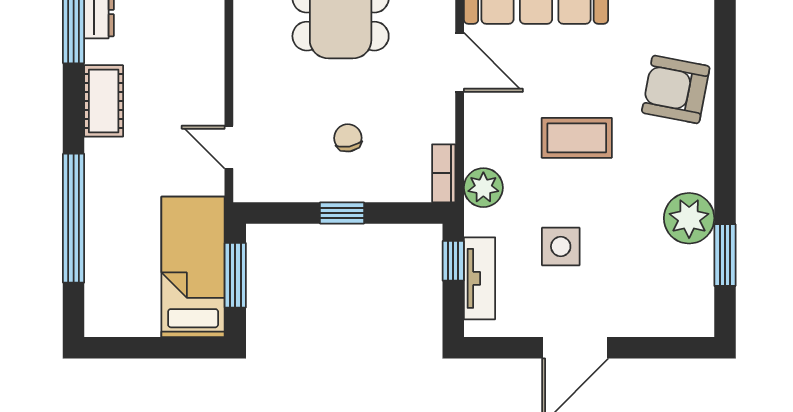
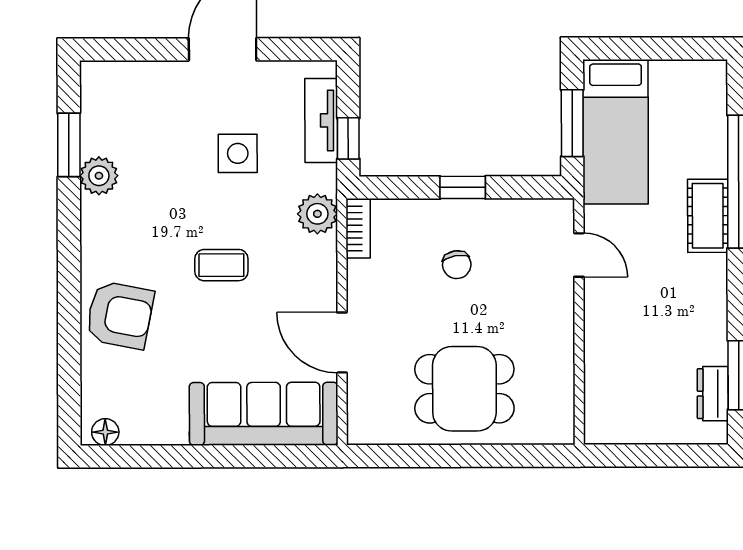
cot: (104, 101) -> (708, 216), moved
coffee table: (577, 138) -> (221, 265), width x0.73, depth x0.77
plant: (689, 218) -> (99, 176), width x0.73, depth x0.73

